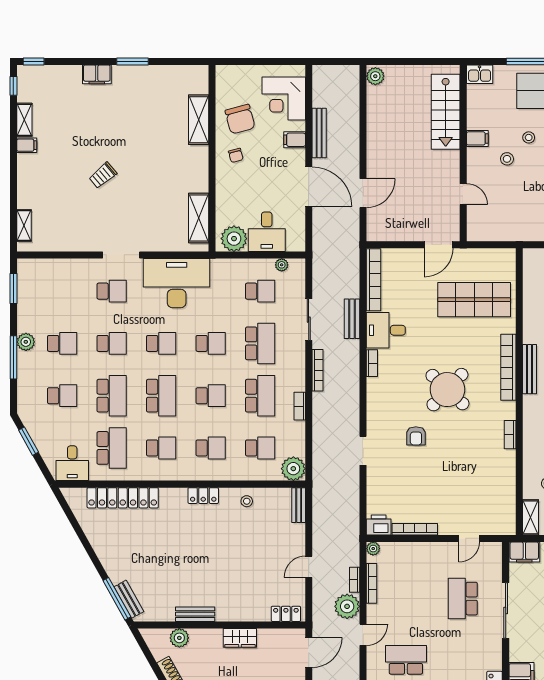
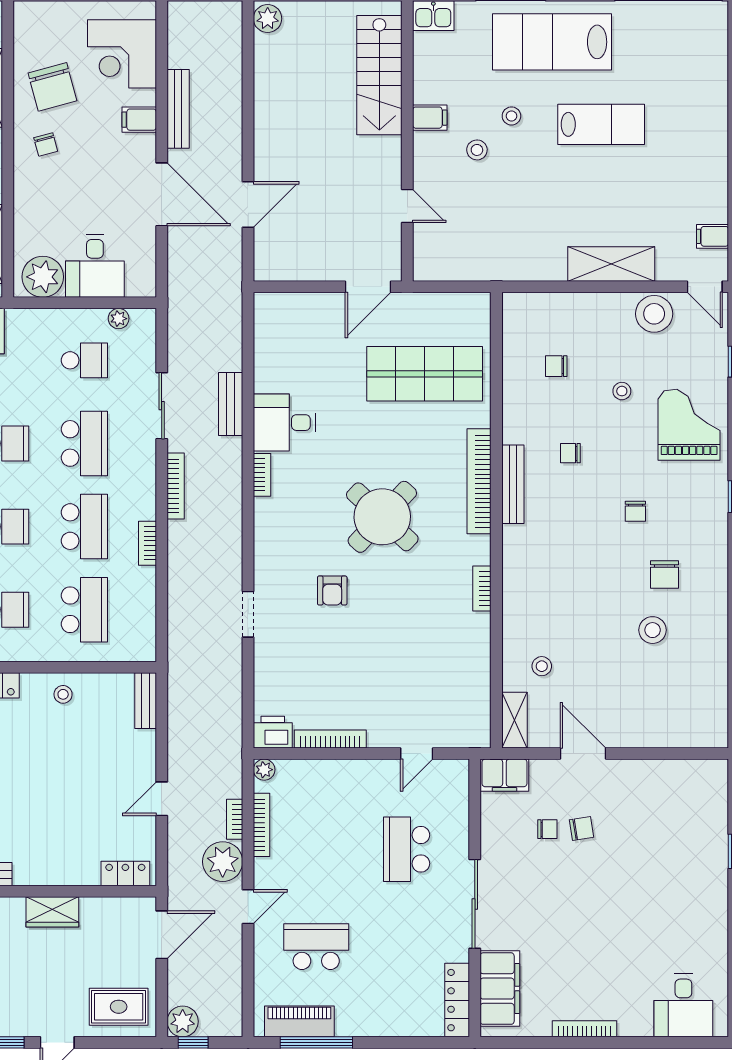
bookcase: (374, 280) -> (265, 342), removed
school desk: (260, 448) -> (84, 610), width x1.85
plant: (293, 469) -> (137, 643), removed
sliding door: (506, 611) -> (475, 904), moved

